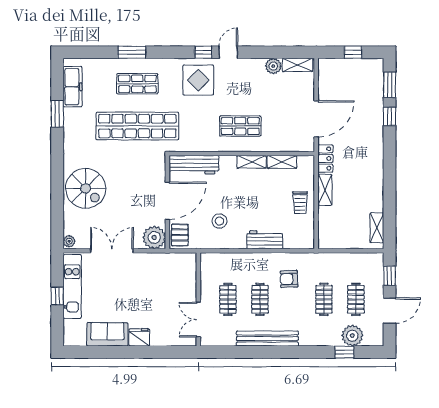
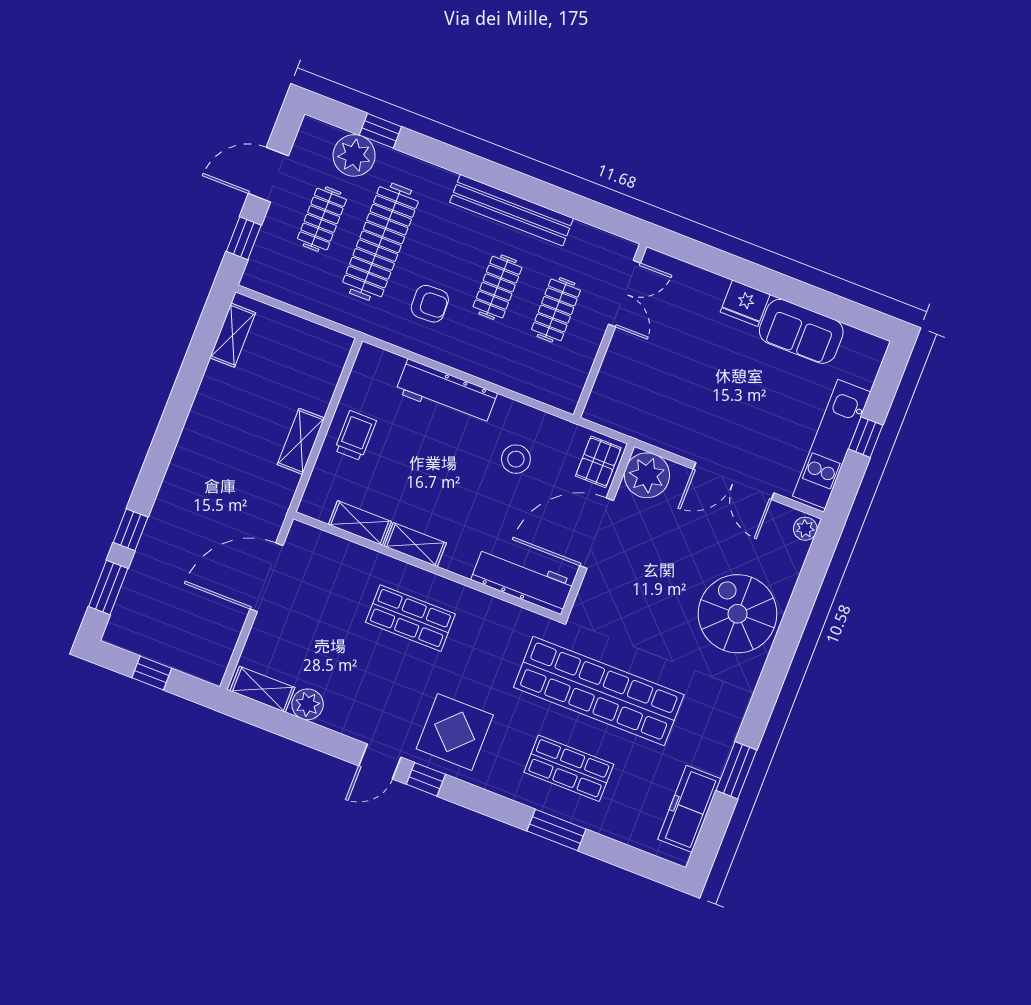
locker: (325, 159) -> (278, 498), removed
workbench: (265, 240) -> (446, 393), width x1.37
clothes rail: (324, 299) -> (380, 242), width x1.86, depth x1.31

